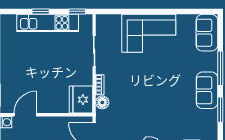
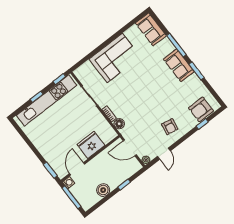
kitchen unit: (48, 23) -> (47, 100), width x1.36
fridge: (81, 100) -> (91, 145), moved, turned 90

